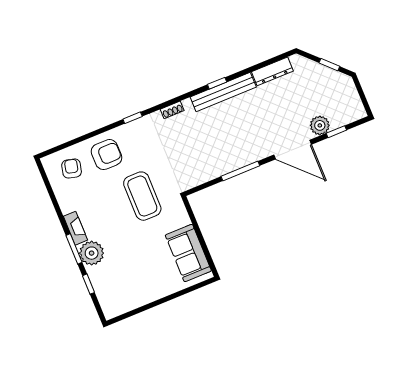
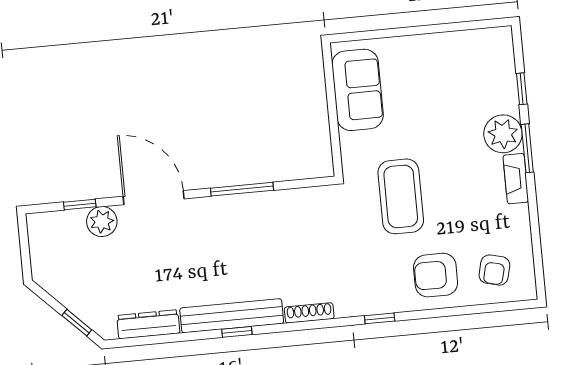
window: (329, 65) -> (77, 323), moved
shoe rack: (172, 110) -> (309, 313), width x1.43

